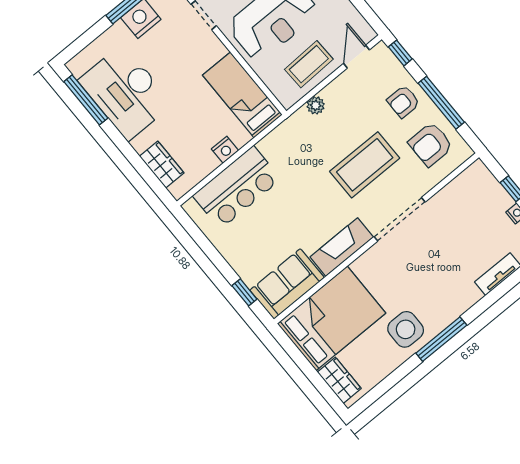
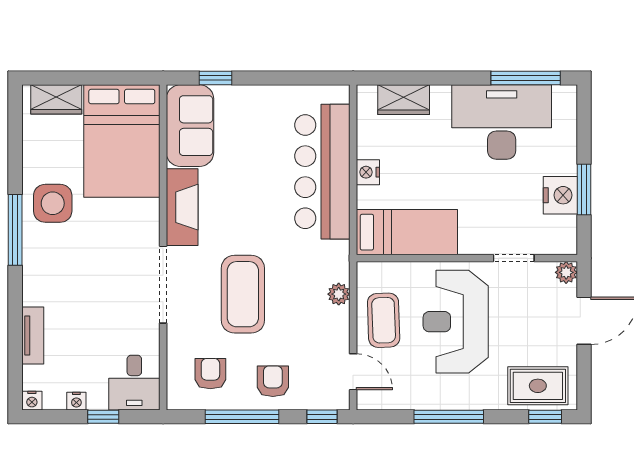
armchair: (431, 144) -> (210, 374), width x0.72, depth x0.72
bar counter: (237, 187) -> (322, 172), width x1.36
desk: (475, 187) -> (134, 383), added

